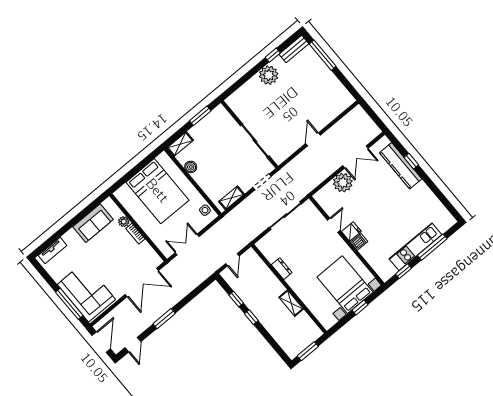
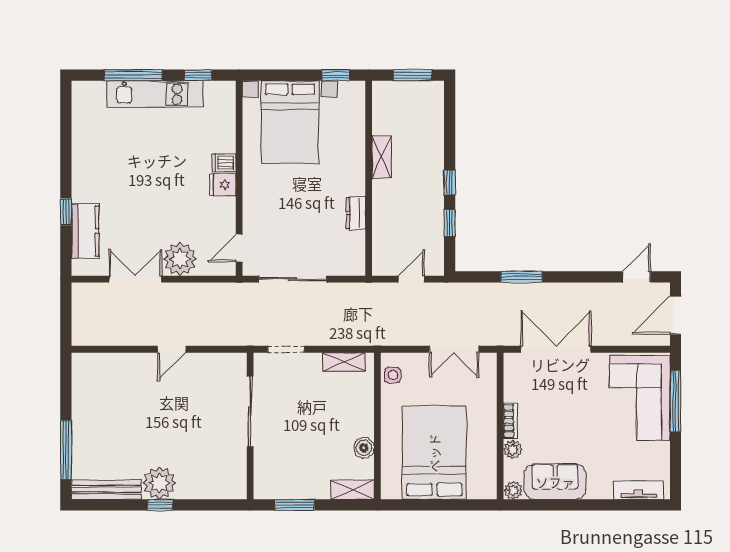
bench: (294, 49) -> (106, 490), width x1.36
window: (273, 55) -> (160, 505), moved
kitchen counter: (401, 166) -> (85, 231), width x0.67
plant: (108, 204) -> (513, 490), added
door: (334, 225) -> (239, 248), moved
window: (360, 307) -> (336, 75), moved
window: (164, 319) -> (522, 277), moved

